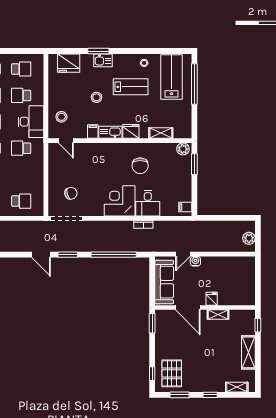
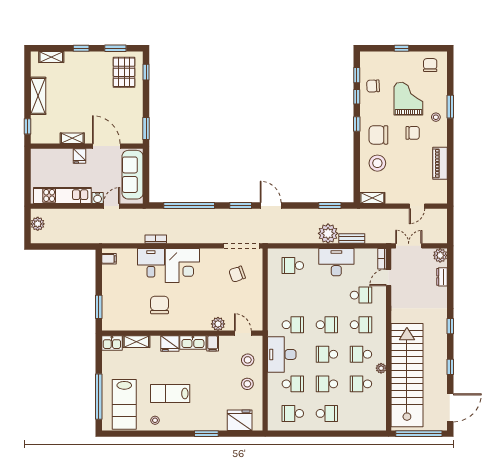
kitchen sink: (103, 60) -> (112, 343), moved, turned 180
stool: (96, 97) -> (247, 384), moved
plant: (183, 149) -> (218, 324), moved
kitchen unit: (227, 264) -> (62, 195), added

